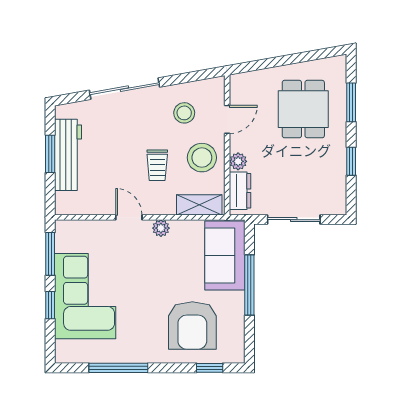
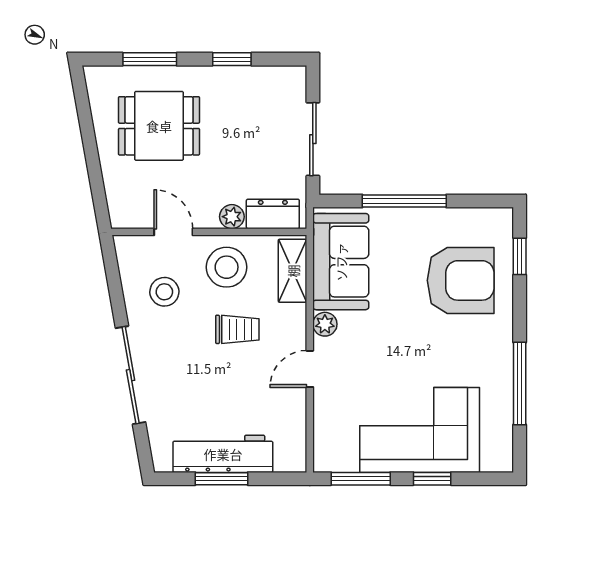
sofa: (225, 255) -> (341, 262), moved, turned -90

